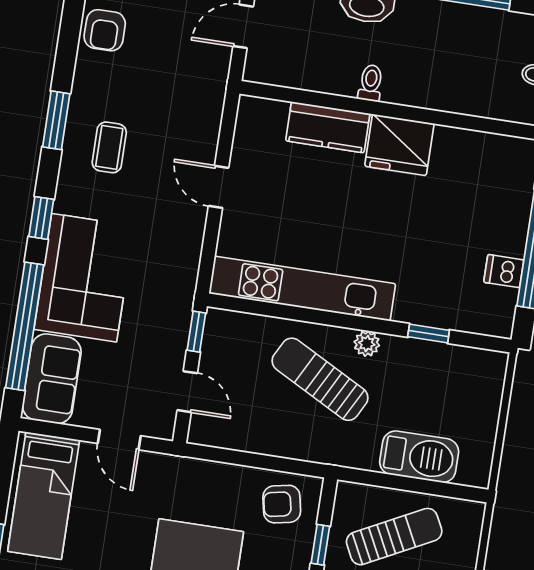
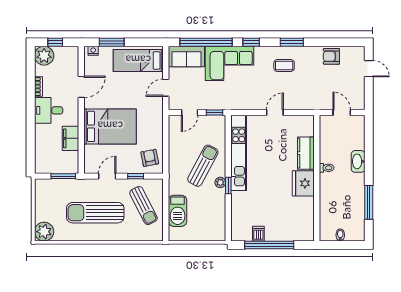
window: (429, 334) -> (228, 186), moved

